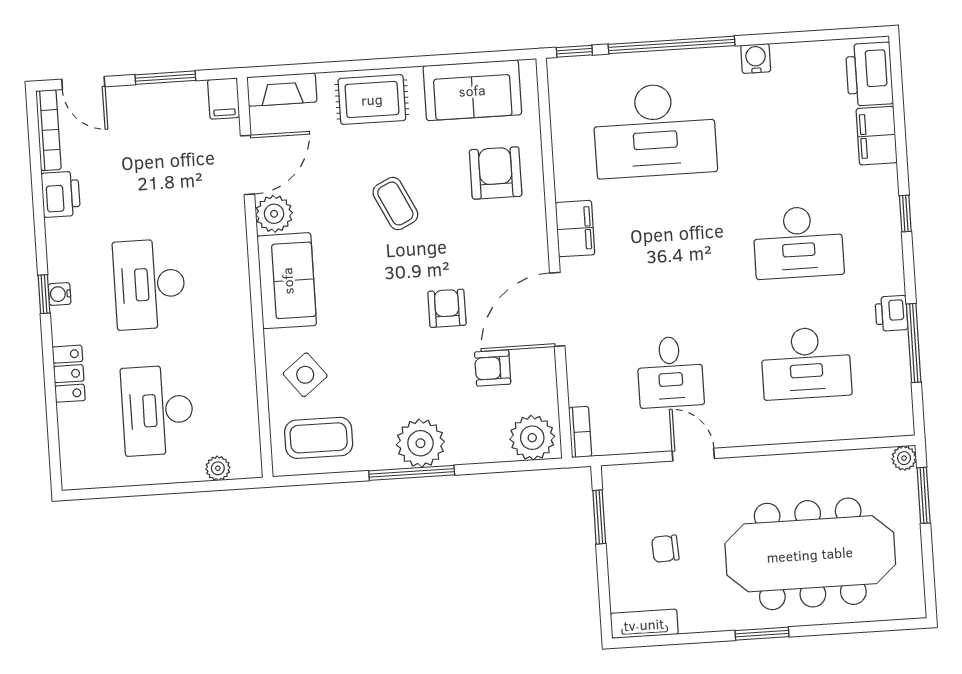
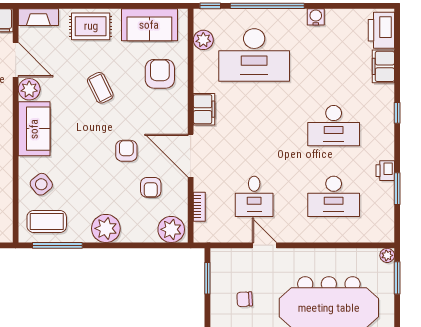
plant: (566, 110) -> (203, 40), added
door: (248, 165) -> (16, 60), hinge flipped
door: (557, 309) -> (191, 156), hinge flipped
window: (914, 343) -> (397, 189), width x0.69
armchair: (493, 368) -> (151, 187), turned -90
bookcase: (580, 432) -> (199, 207), moved
window: (412, 473) -> (57, 245), moved

